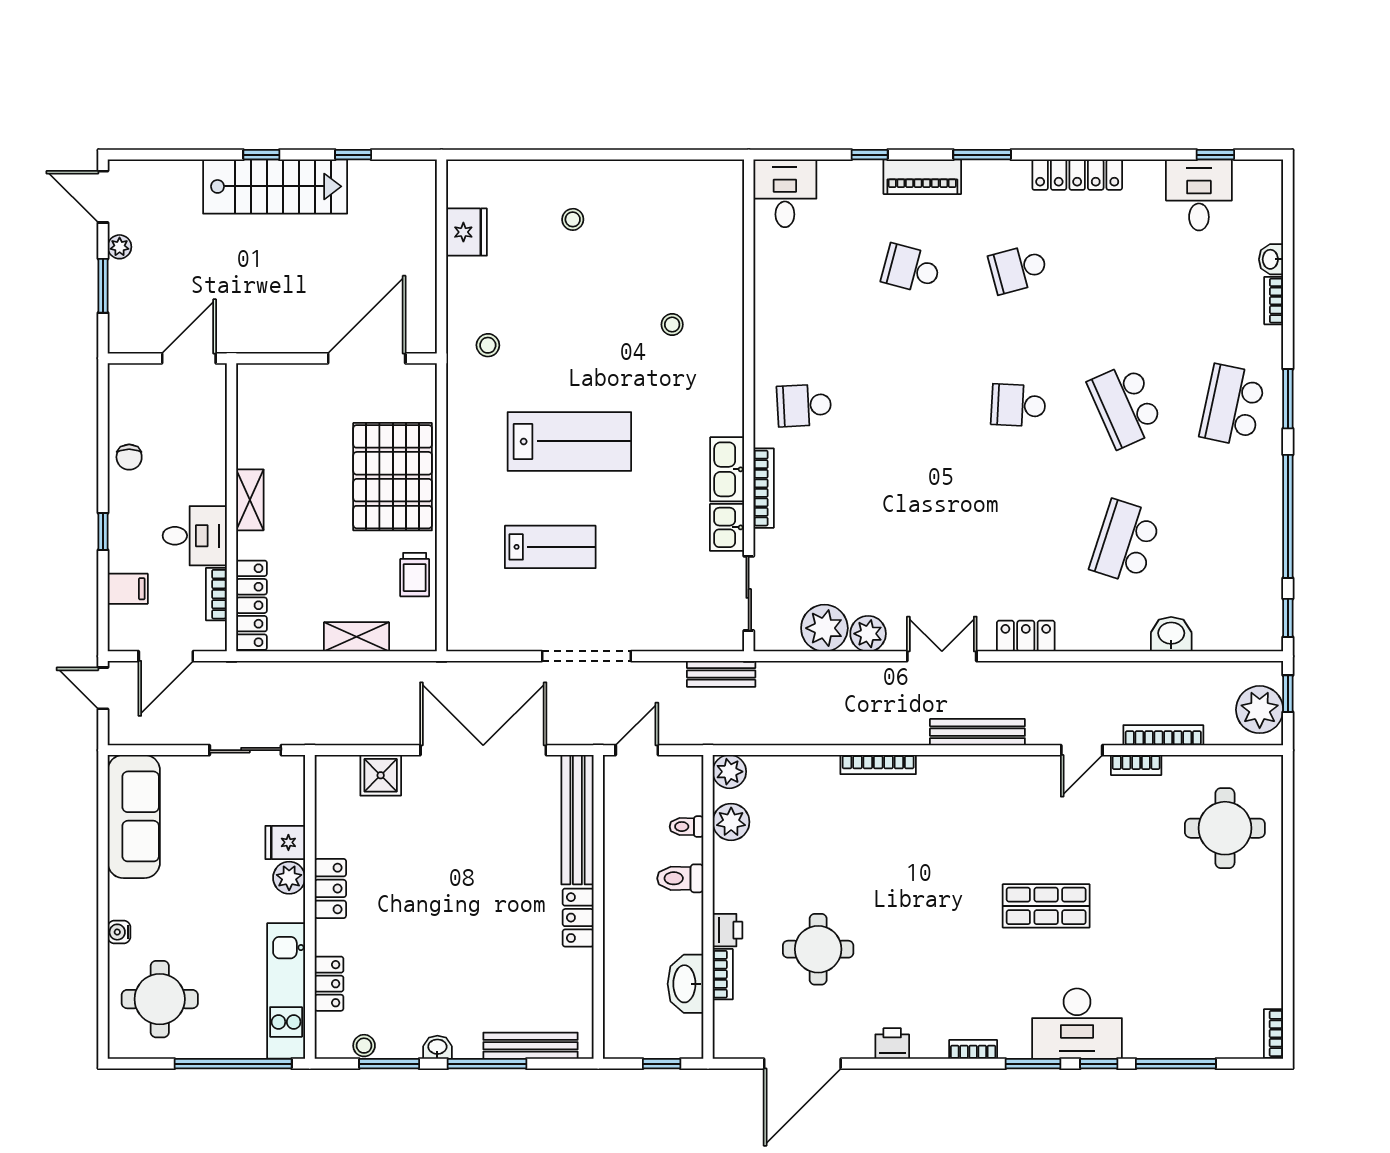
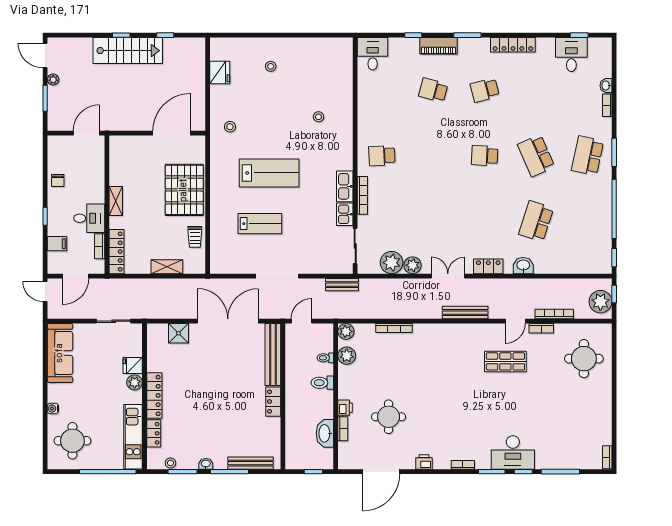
washbasin: (1171, 634) -> (523, 265), moved
bookcase: (878, 765) -> (394, 328), moved
locker: (330, 888) -> (154, 395), width x1.53
shop shelf: (1046, 906) -> (505, 361), moved

